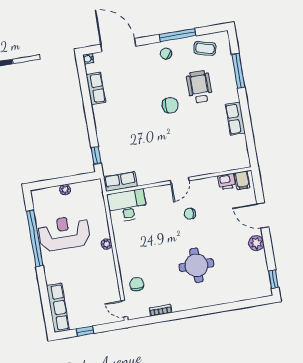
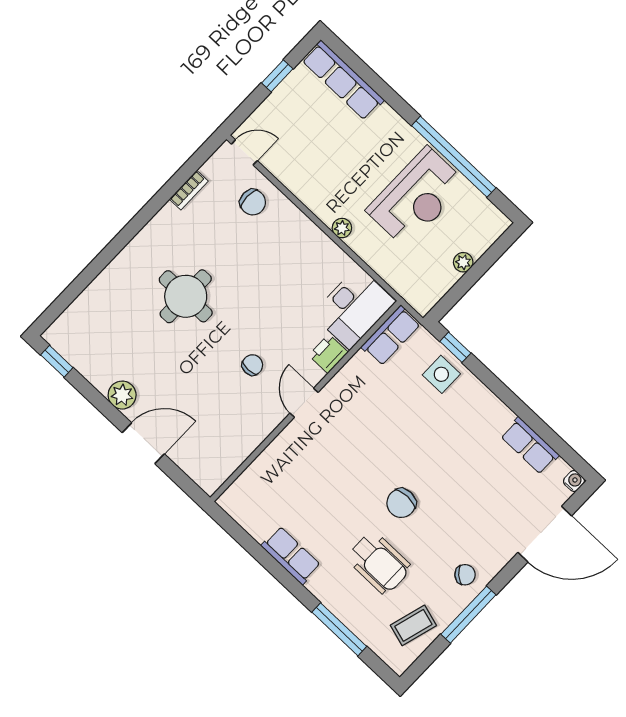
side table: (111, 148) -> (441, 374), added
filing cabinet: (242, 180) -> (213, 472), removed
printer: (227, 182) -> (328, 354), moved

